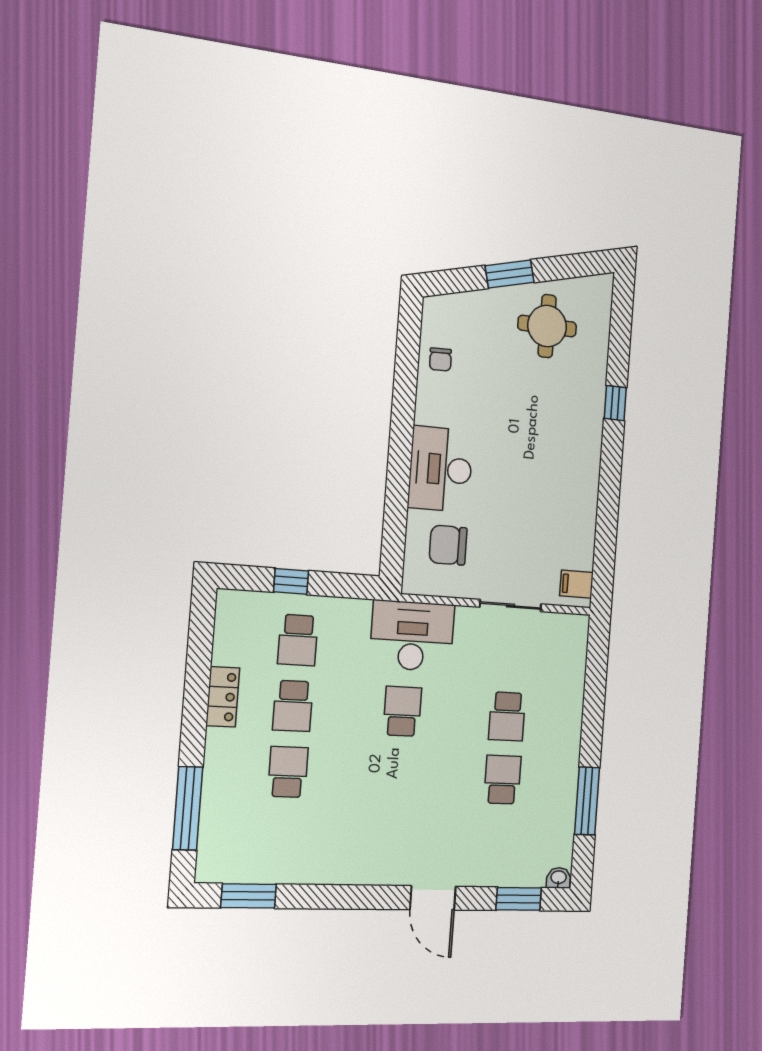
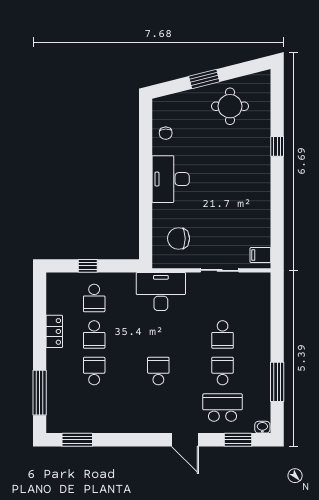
desk: (441, 469) -> (171, 179), moved
school desk: (402, 711) -> (158, 371), moved
school desk: (498, 843) -> (223, 408), added

